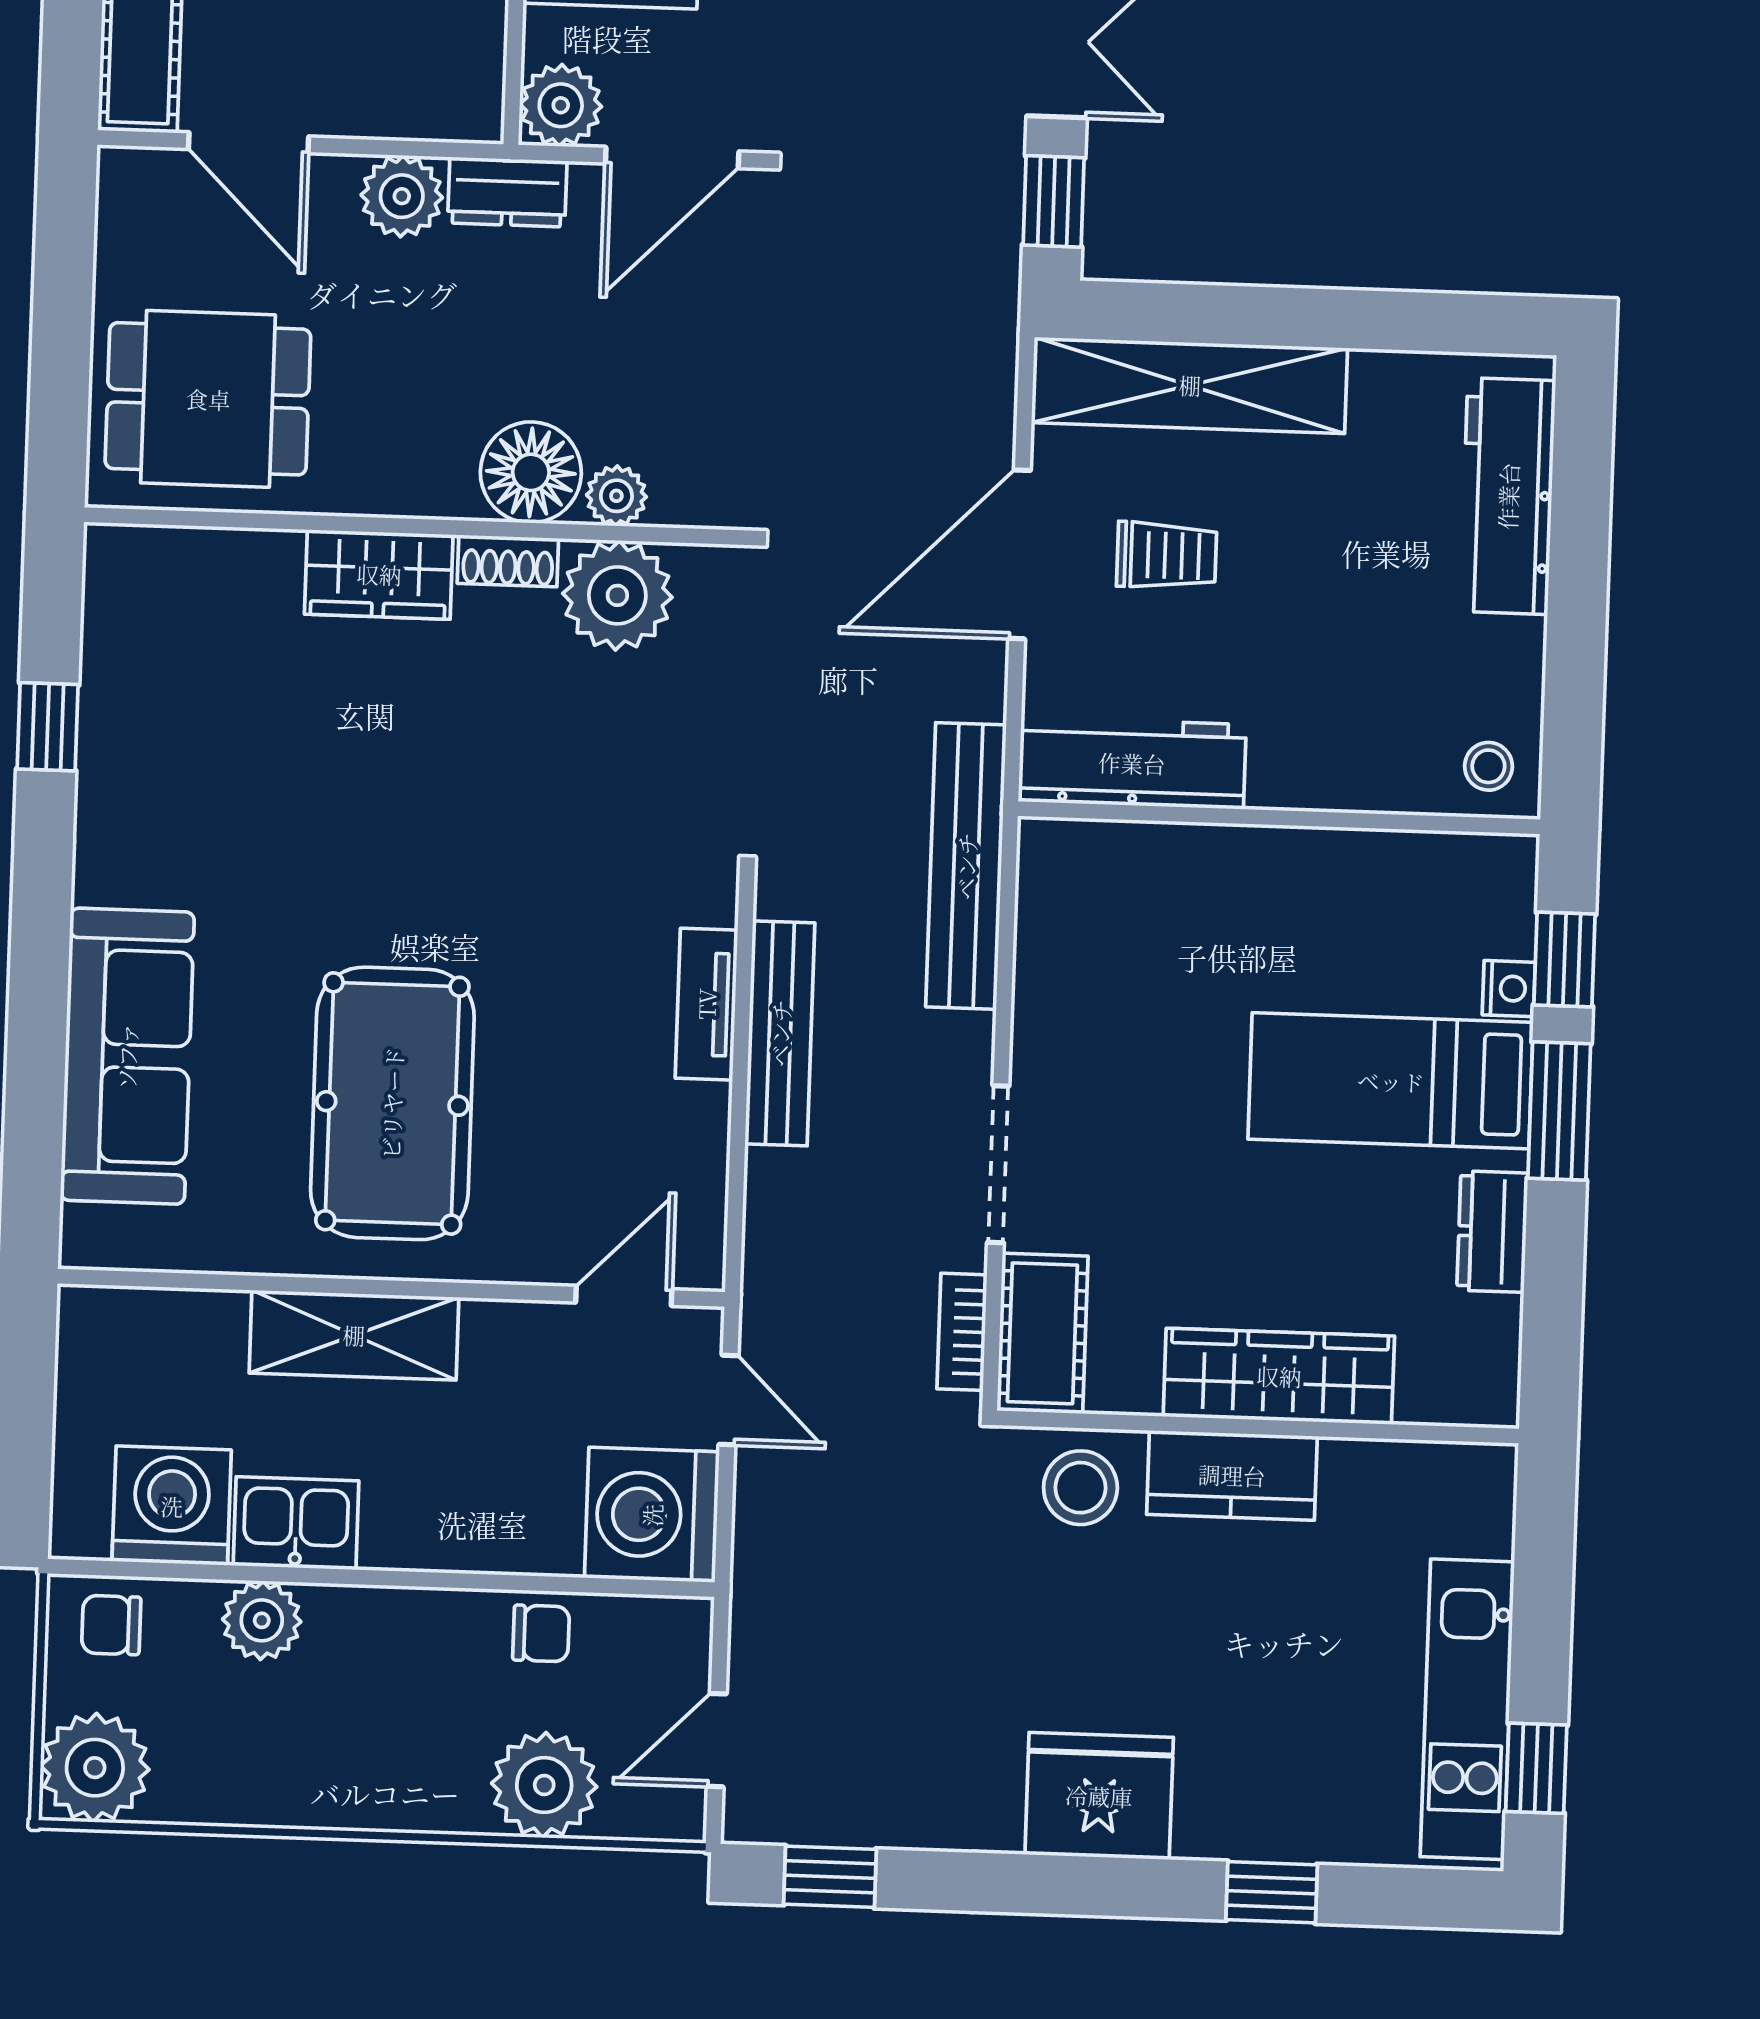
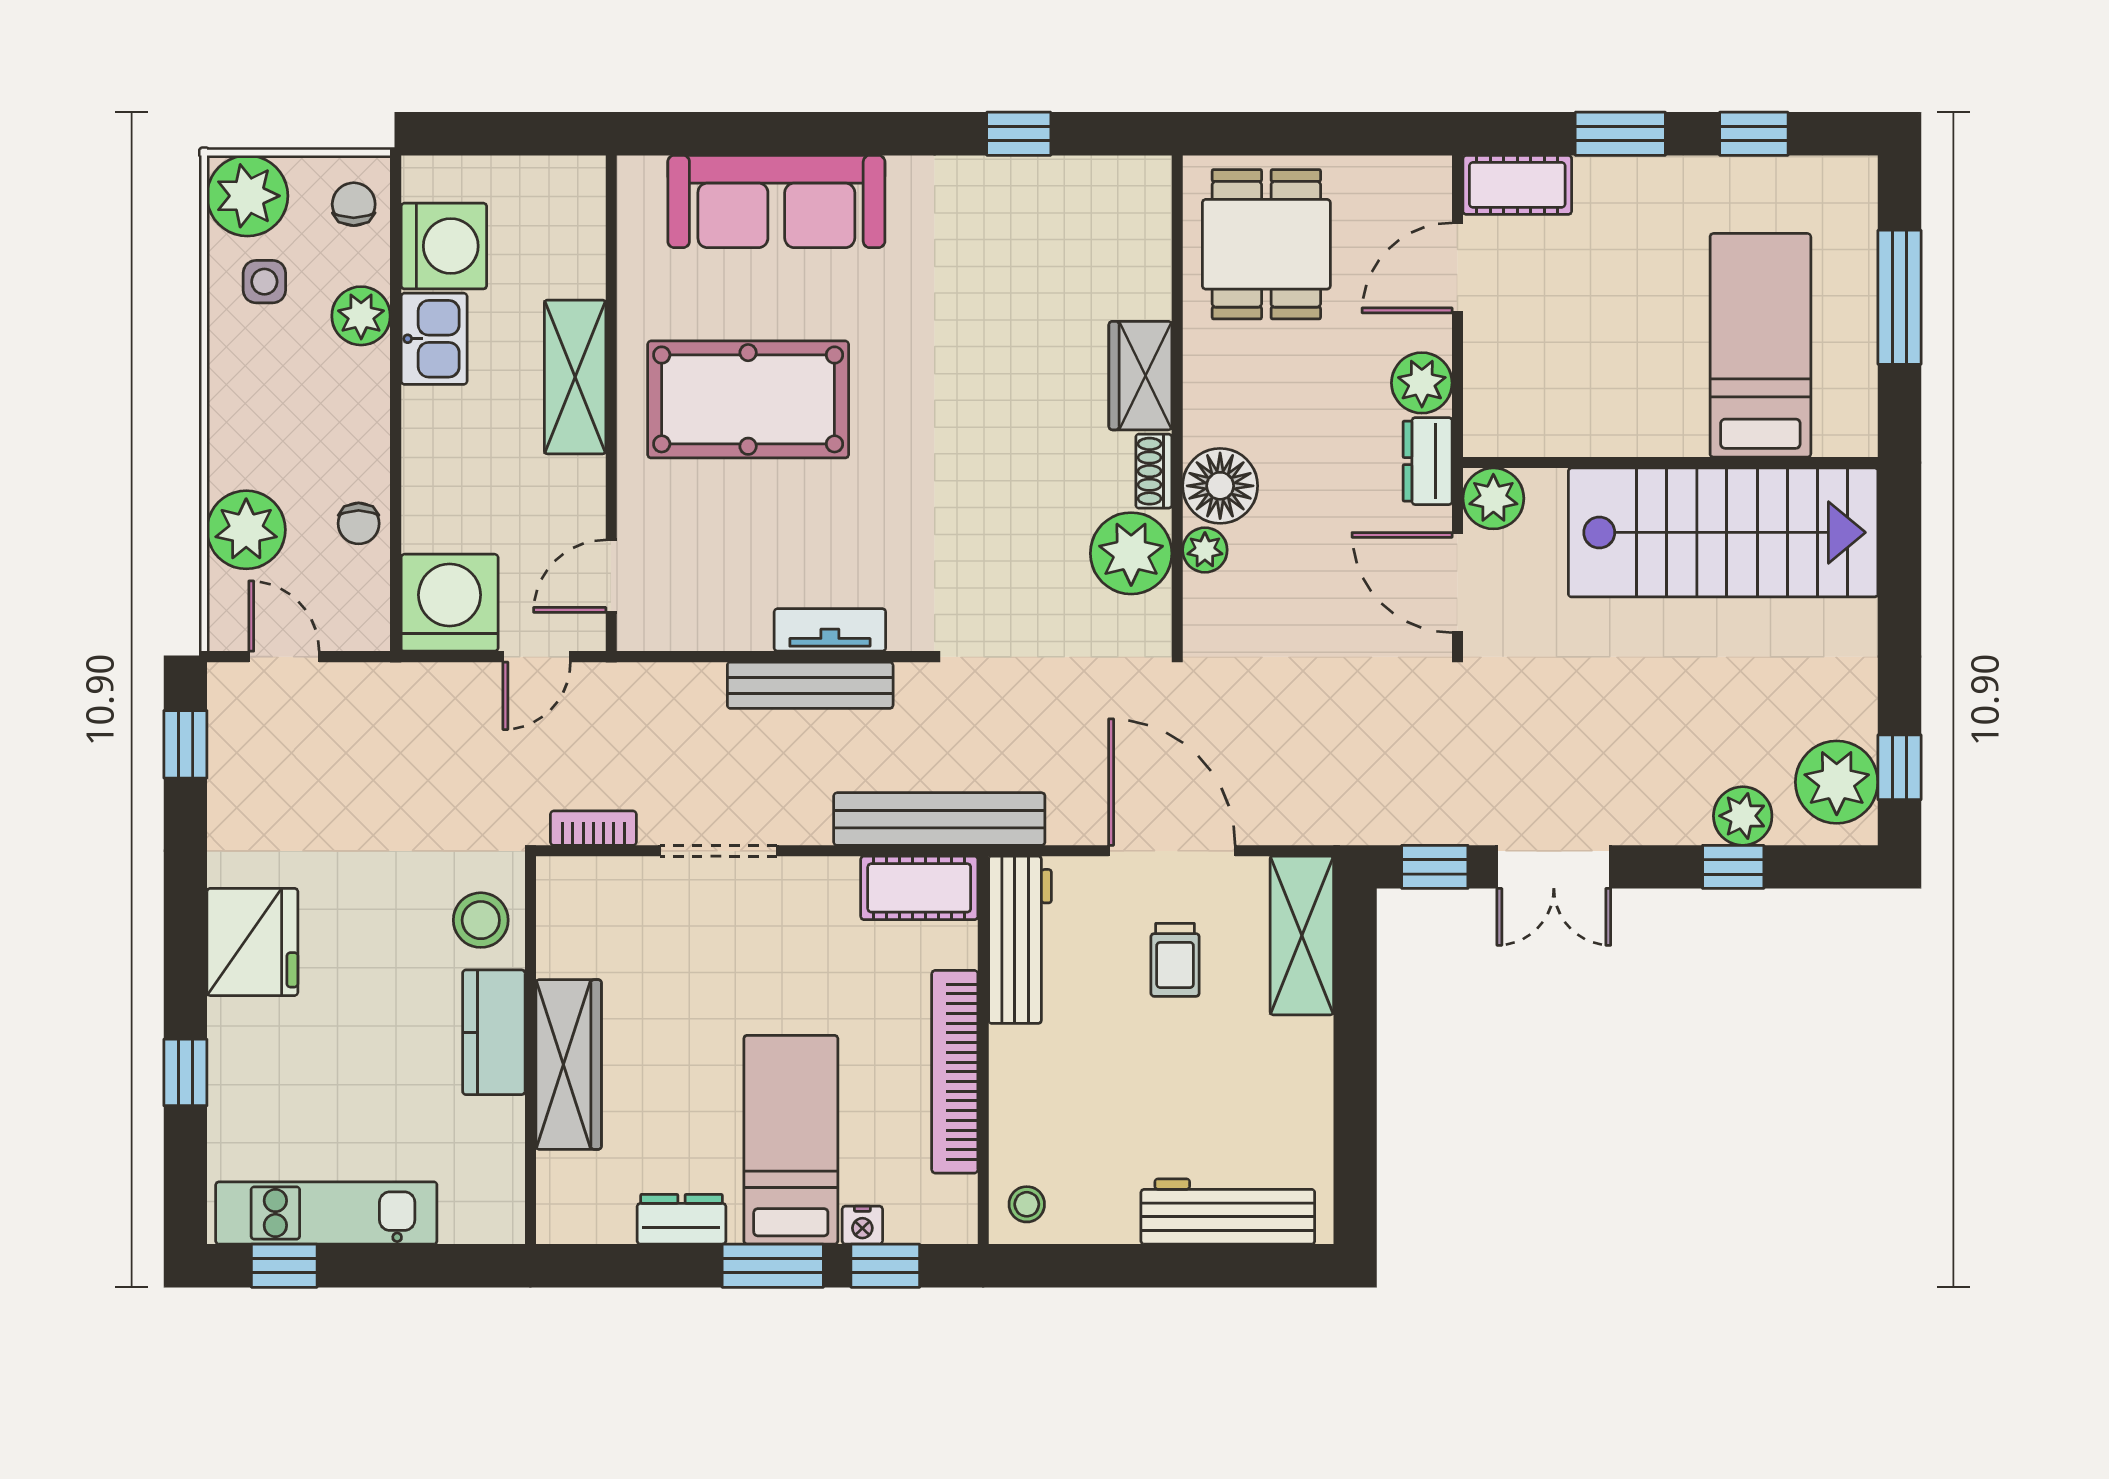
shelving: (1190, 385) -> (1302, 935), width x0.68
bookcase: (1307, 857) -> (955, 1072), added
door: (624, 1296) -> (611, 576), swing flipped
cot: (1042, 1333) -> (919, 888), moved
side table: (211, 1749) -> (264, 282), added

